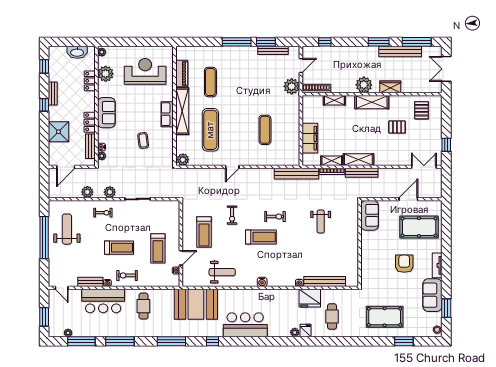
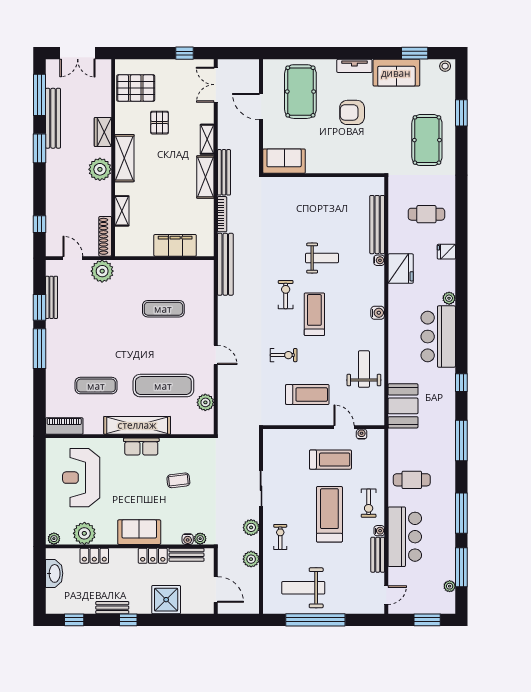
piano: (182, 73) -> (64, 426), moved
pallet: (422, 110) -> (136, 88), width x1.50, depth x1.42
plant: (183, 160) -> (205, 402), moved
shelving: (332, 161) -> (207, 139), moved
weight bench: (321, 221) -> (322, 258), moved
treadmill: (119, 248) -> (329, 514), width x1.37, depth x1.38
fridge: (310, 298) -> (401, 269), moved
booth: (196, 304) -> (403, 406), width x0.73, depth x0.70
plant: (295, 332) -> (449, 298), moved

